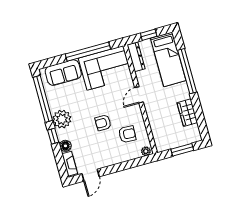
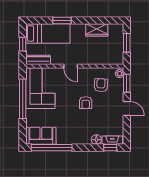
window: (187, 71) -> (62, 20), width x0.47
sofa: (63, 73) -> (41, 136), moved, turned -90
plant: (62, 119) -> (73, 136), removed
window: (53, 136) -> (110, 148), moved
window: (137, 162) -> (127, 83), added
door: (91, 175) -> (127, 108), moved

